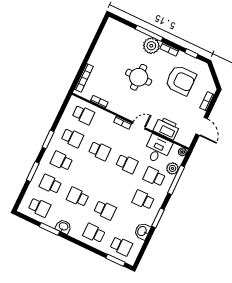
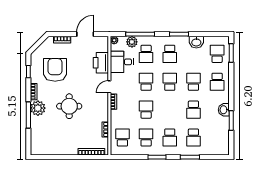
door: (139, 125) -> (109, 87), hinge flipped
school desk: (39, 207) -> (170, 82), moved

